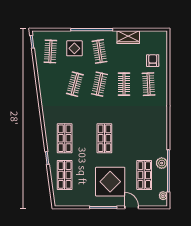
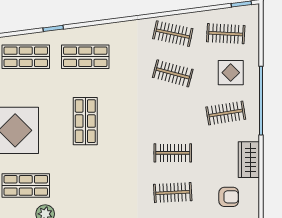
armchair: (153, 61) -> (229, 197), moved
clothes rail: (99, 84) -> (173, 34), moved
shop shelf: (104, 138) -> (85, 121), turned 90

